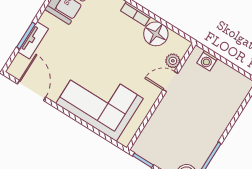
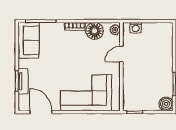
plant: (173, 61) -> (115, 30), moved

